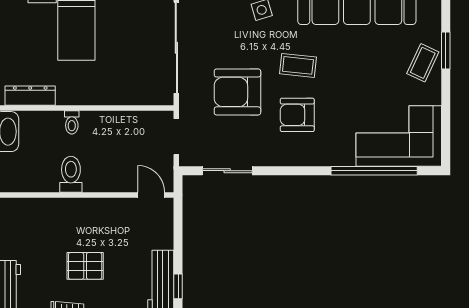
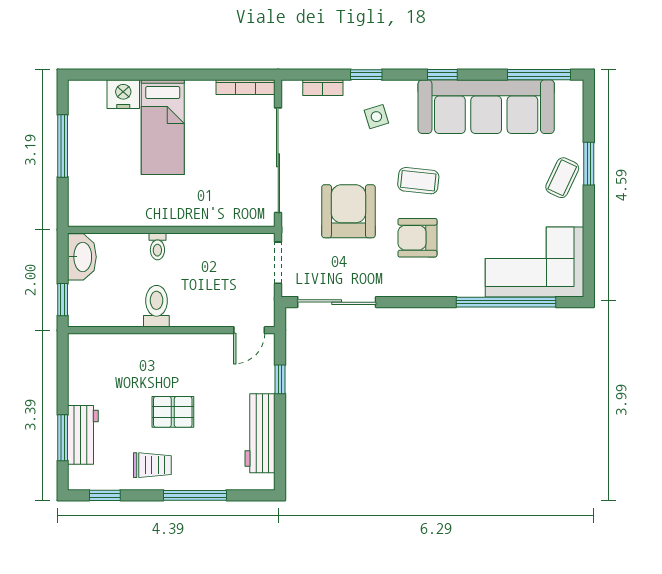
armchair: (237, 92) -> (348, 211), turned 90
dresser: (30, 96) -> (109, 215), removed
sliding door: (227, 171) -> (337, 302), width x1.37
door: (151, 195) -> (249, 330), swing flipped
window: (178, 286) -> (280, 379), moved

